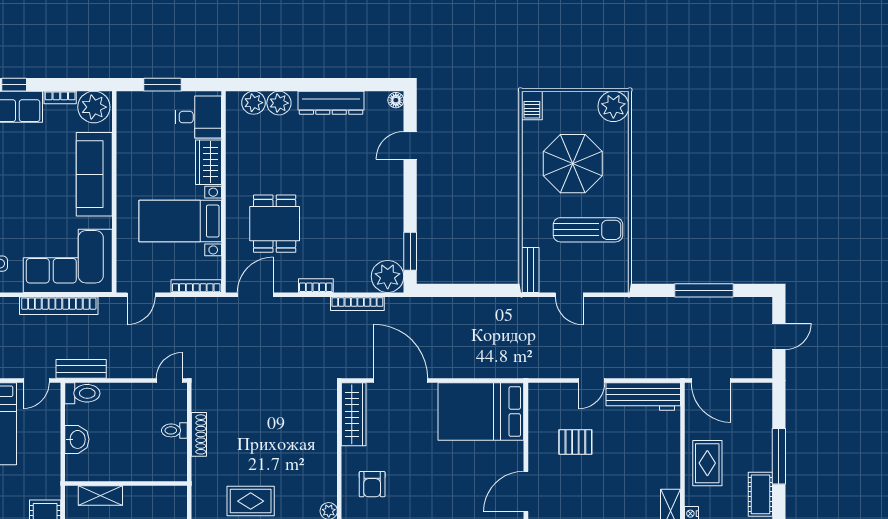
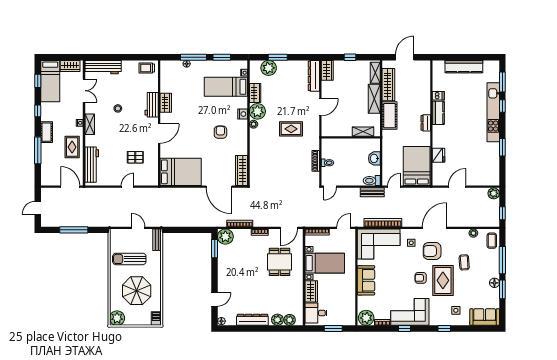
sofa: (94, 174) -> (366, 280), width x0.73
workbench: (643, 397) -> (92, 165), moved, turned 90
armchair: (372, 484) -> (220, 132), moved

